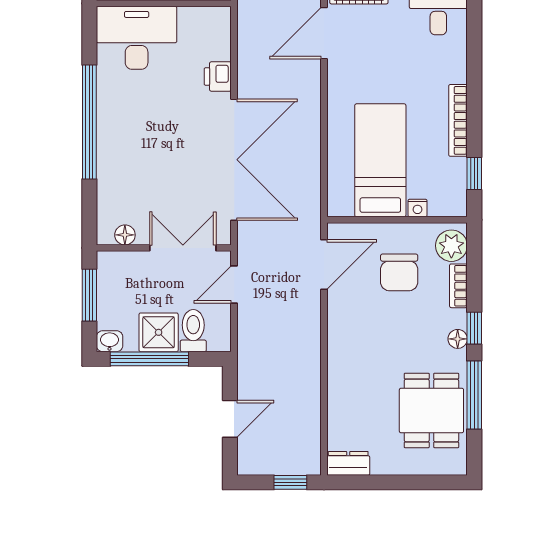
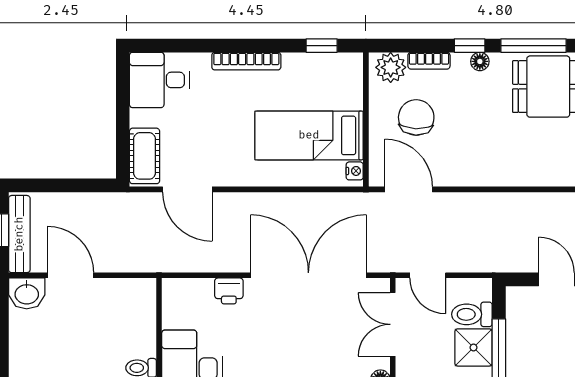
bookcase: (458, 120) -> (246, 61), moved
nightstand: (418, 208) -> (355, 171), moved
chair: (399, 272) -> (416, 117), turned -88

